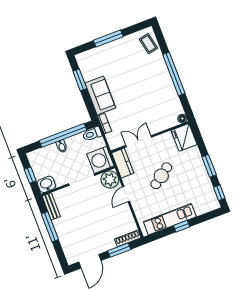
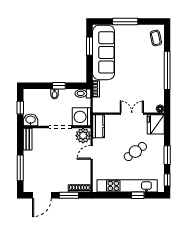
sofa: (100, 95) -> (104, 52), width x1.85, depth x1.27
window: (63, 135) -> (59, 86), width x0.32
double door: (139, 141) -> (132, 114), moved
cafe table: (161, 176) -> (135, 152), moved
kitchen unit: (170, 219) -> (127, 186), width x1.36
window: (182, 226) -> (138, 195), moved
window: (50, 227) -> (20, 168), moved

